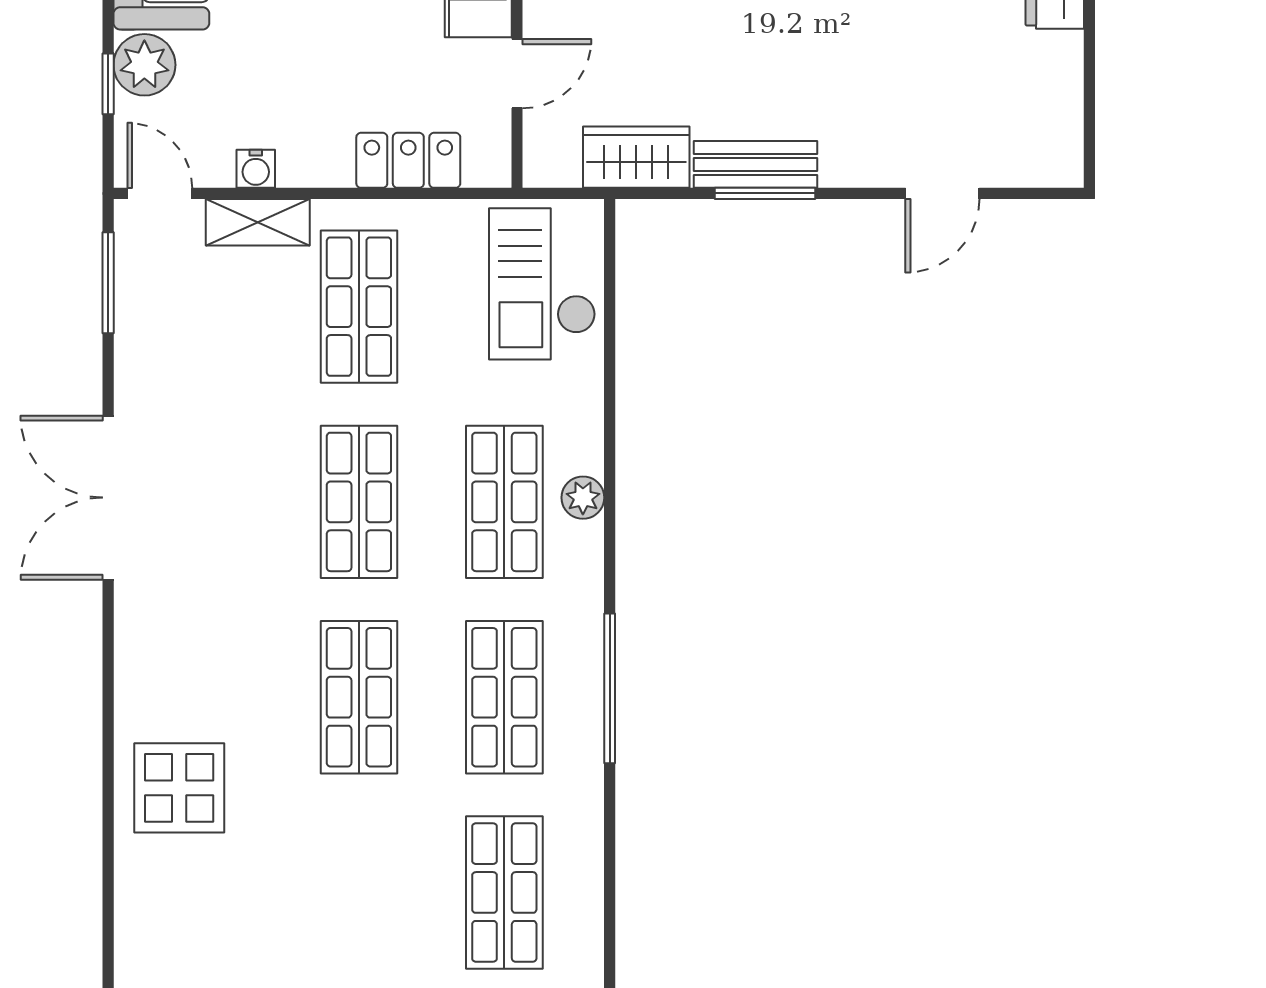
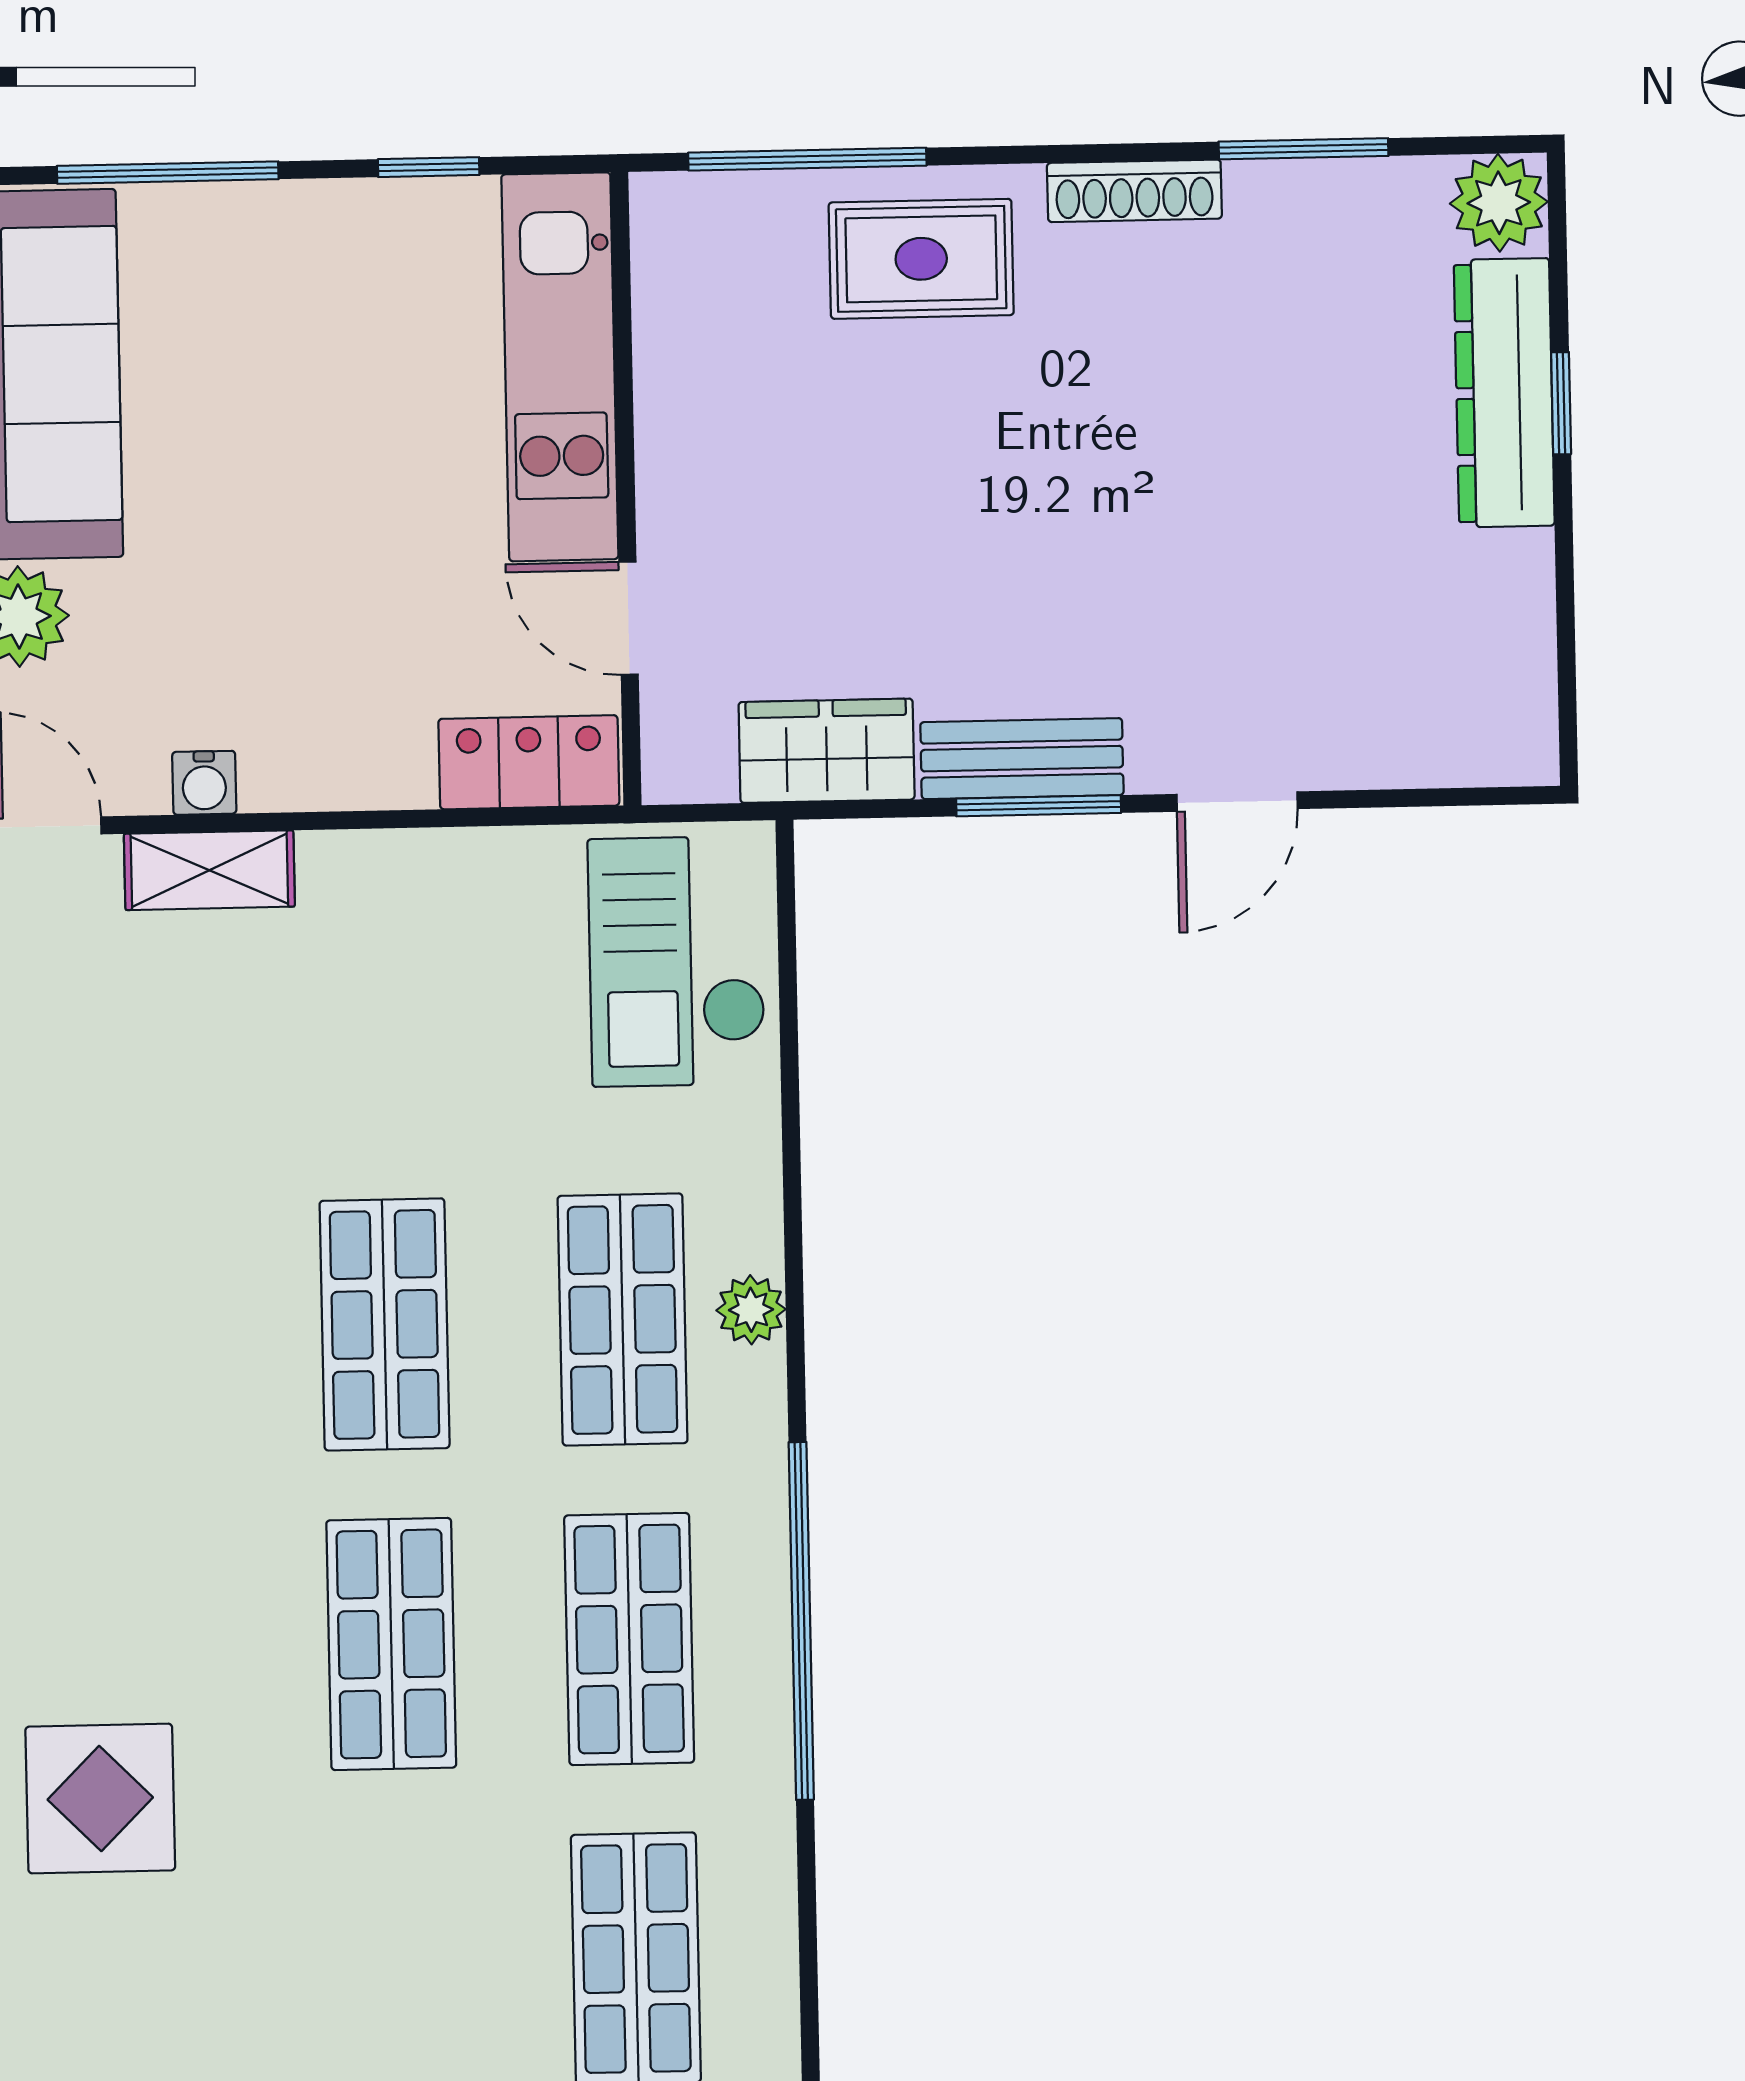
door: (517, 74) -> (629, 618), swing flipped
locker: (408, 160) -> (529, 762), moved
door: (942, 193) -> (1237, 802), moved
shop shelf: (359, 307) -> (378, 1005), removed
window: (610, 688) -> (801, 1621), width x1.46

